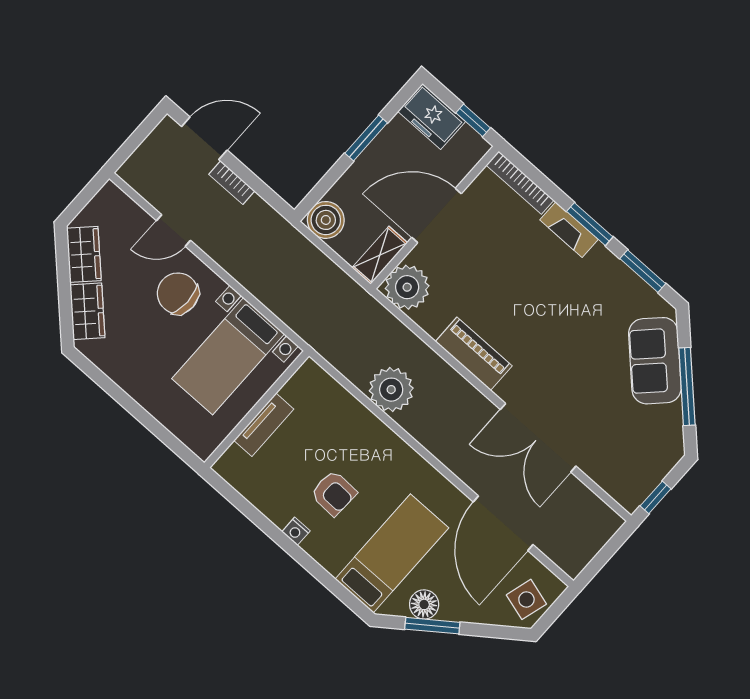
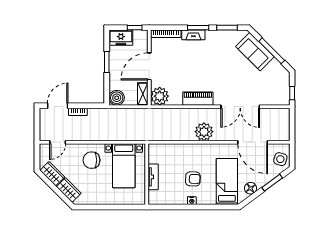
door: (173, 231) -> (58, 142), moved
plant: (391, 390) -> (204, 132), moved
window: (432, 626) -> (272, 183), moved

